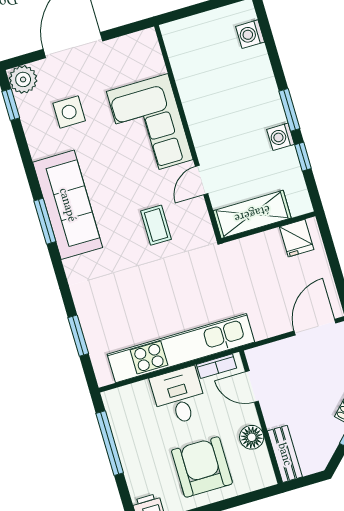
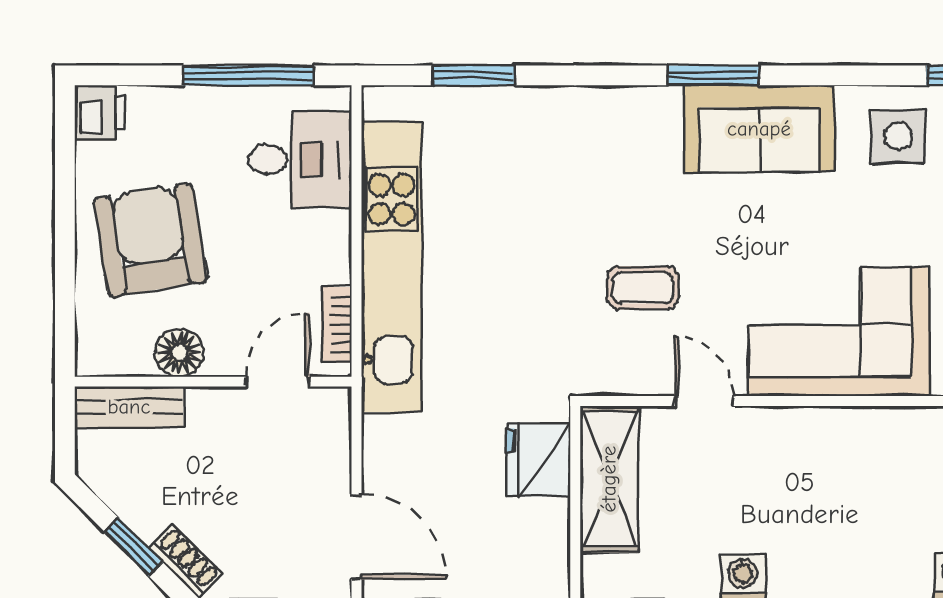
side table: (69, 112) -> (898, 136), moved
sofa: (68, 205) -> (759, 129), width x0.73
fridge: (297, 238) -> (539, 460), moved, width x1.38
desk: (179, 396) -> (300, 159), moved
armchair: (202, 467) -> (150, 240), turned -99

